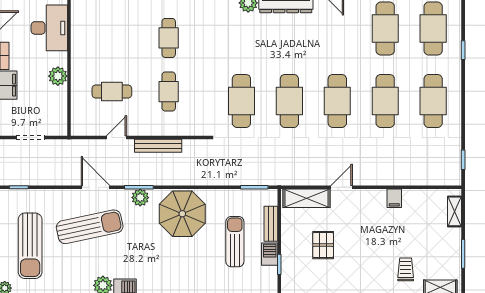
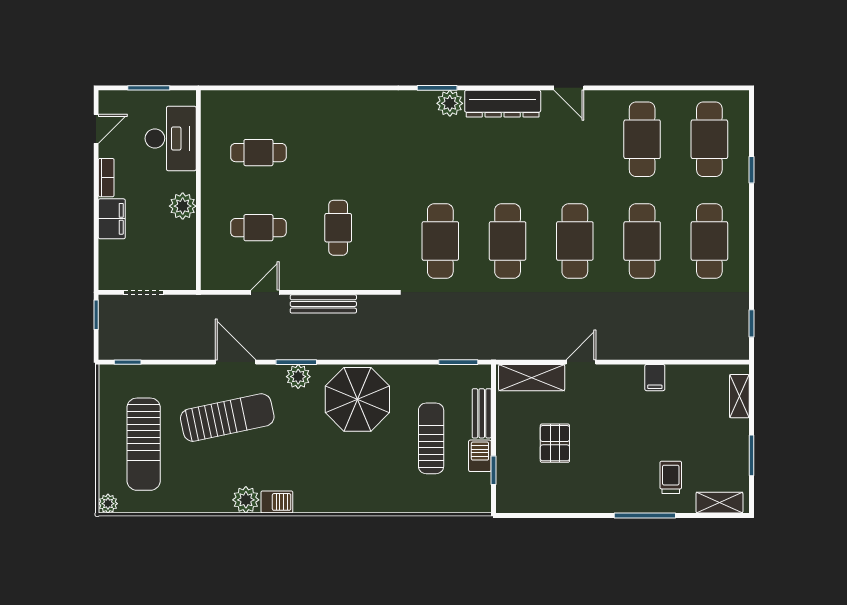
cafe table: (169, 38) -> (258, 153), moved, turned 90

